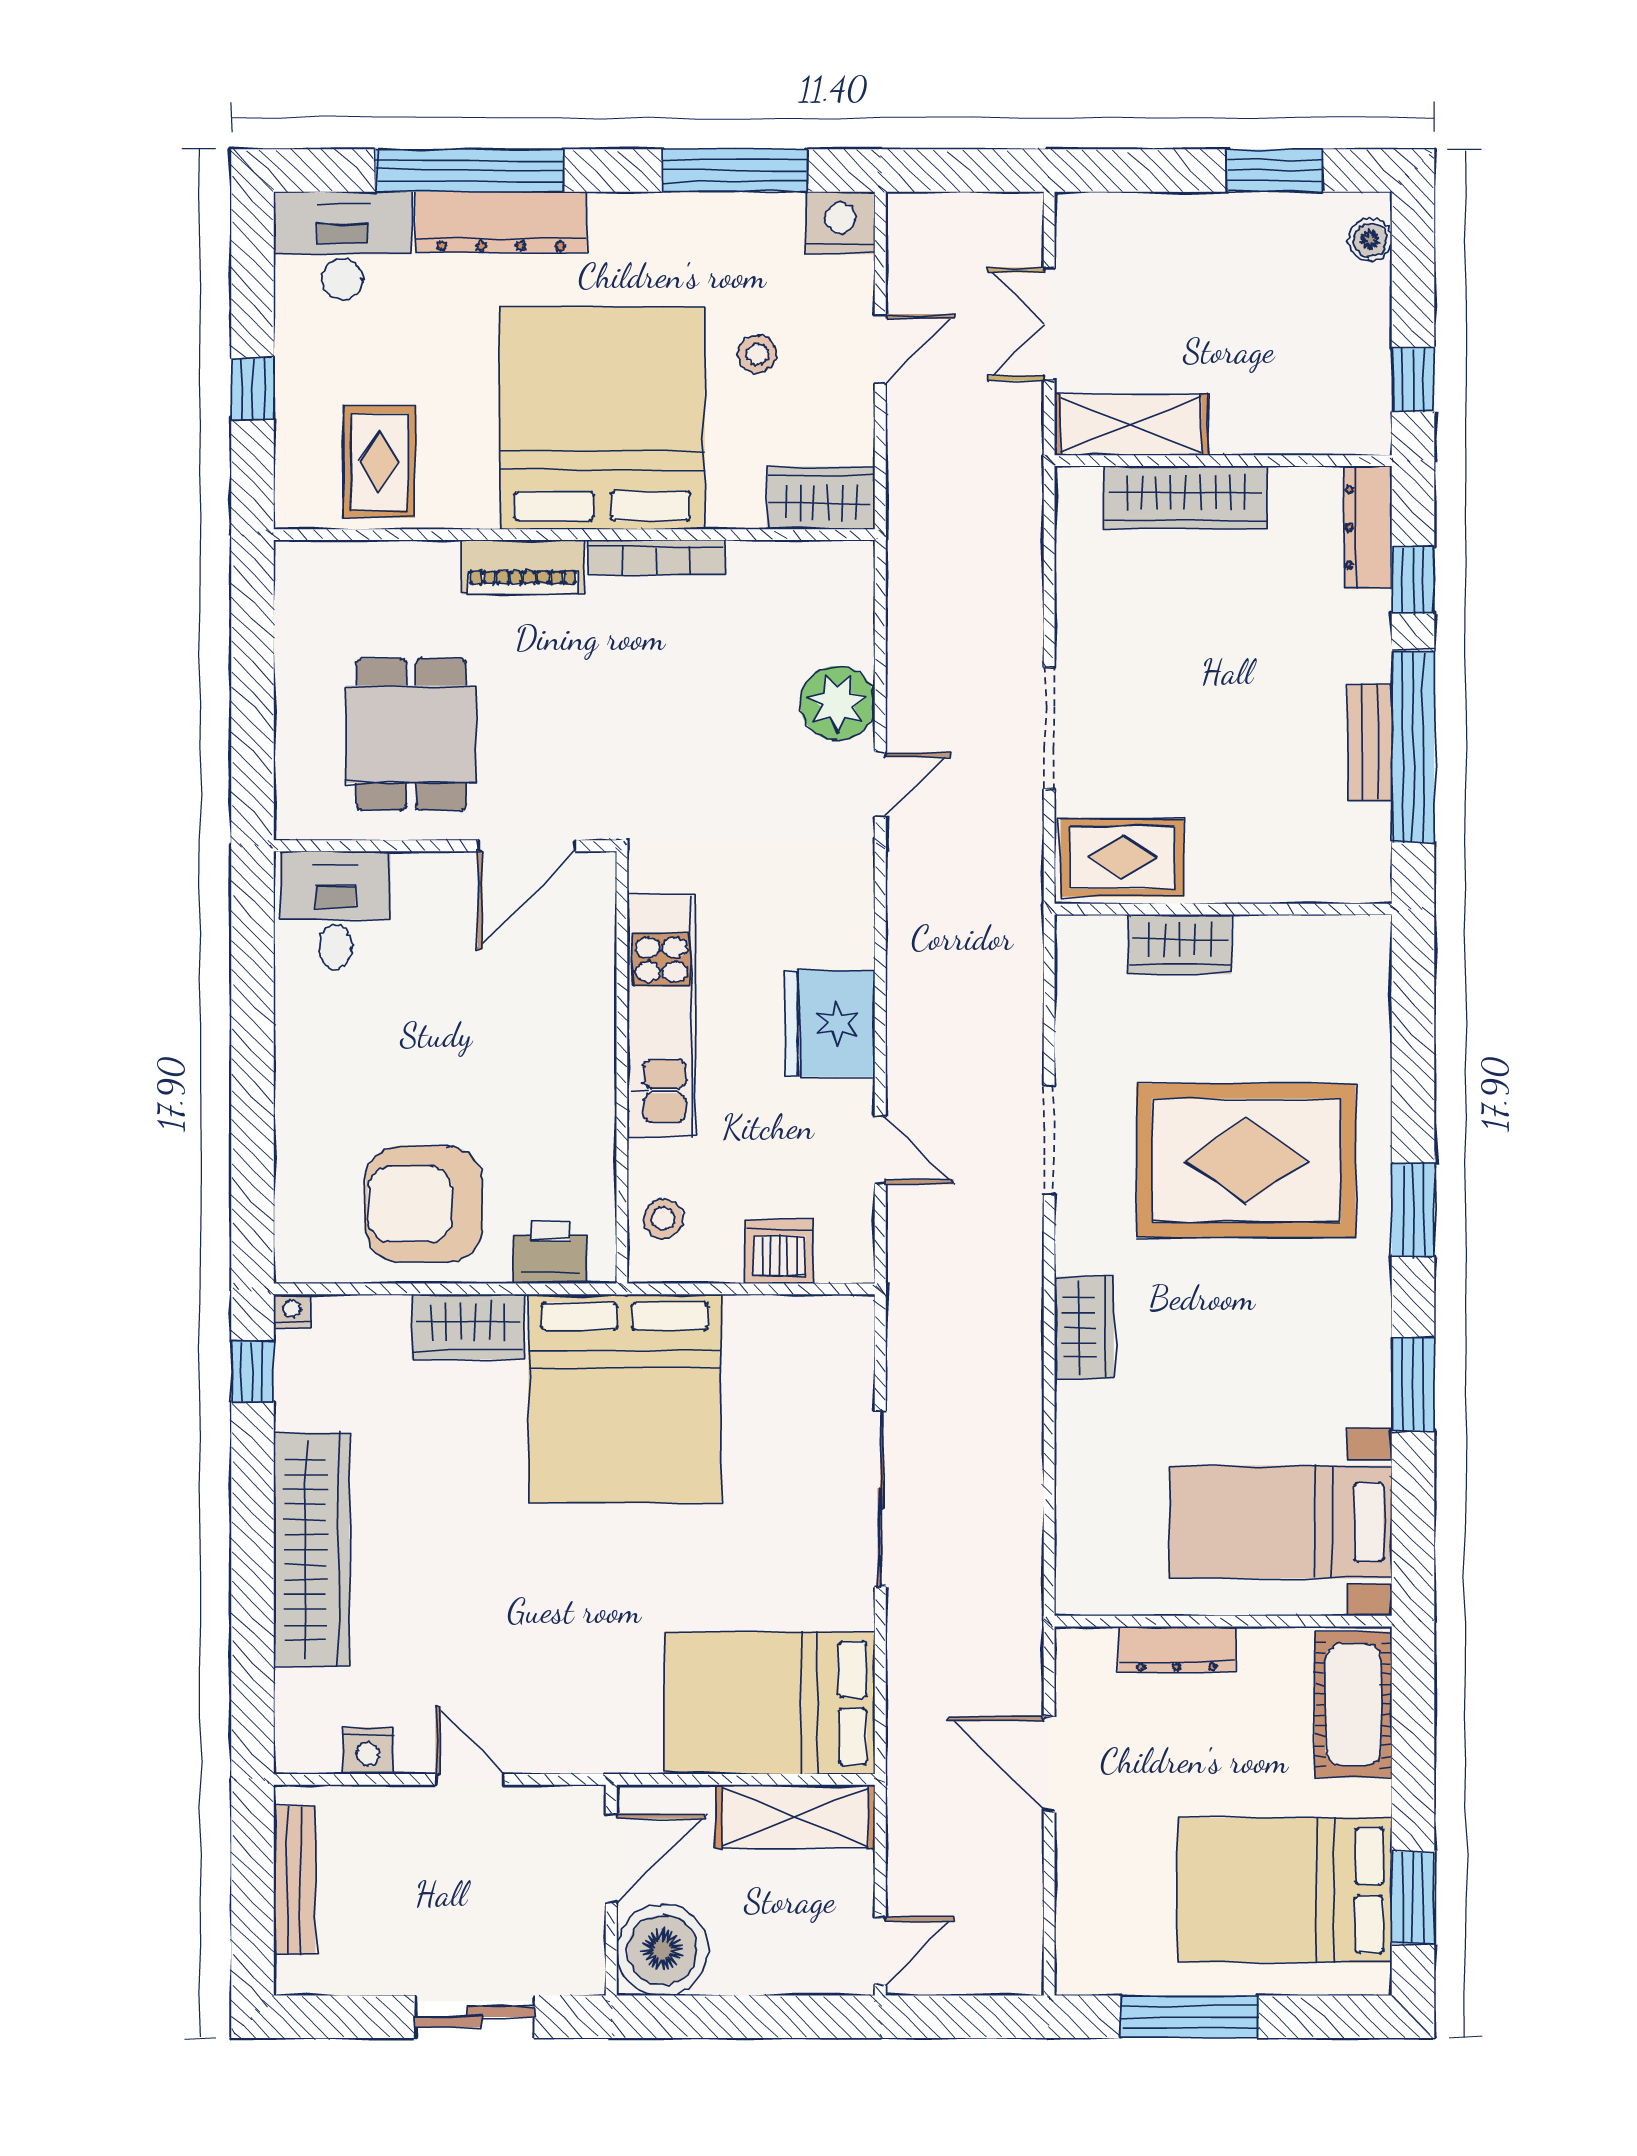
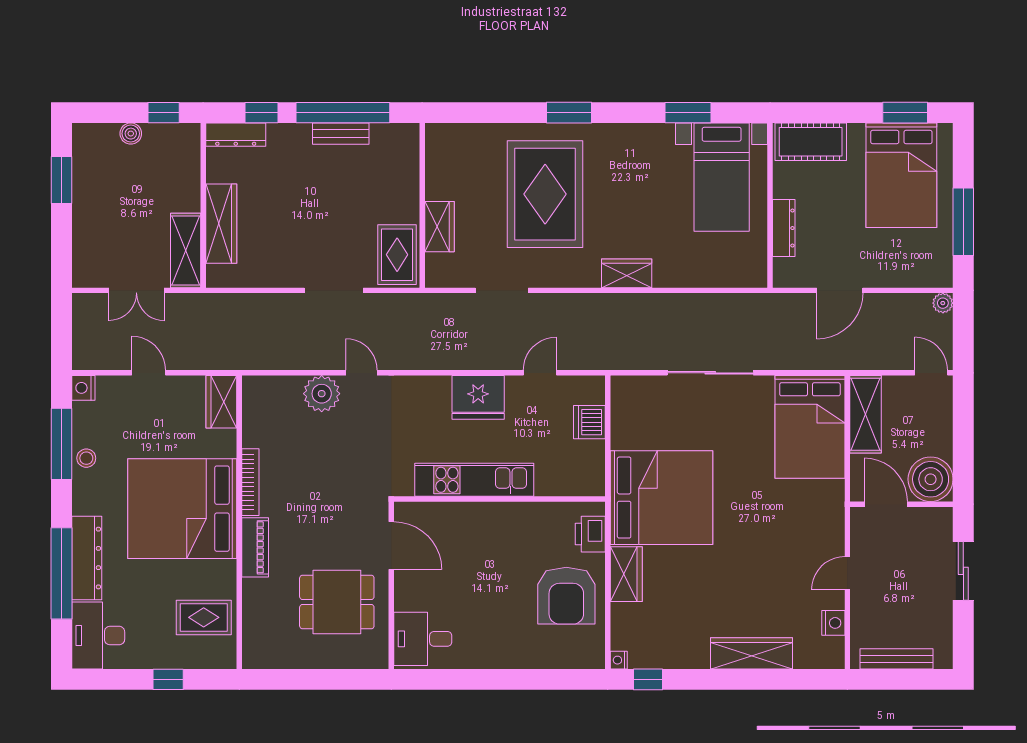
nightstand: (840, 223) -> (83, 388), width x0.74, depth x0.75
boiler: (1370, 240) -> (131, 134), moved
stool: (757, 354) -> (86, 458), moved
doorway: (1049, 1140) -> (502, 290), moved
stool: (663, 1219) -> (574, 479), removed
window: (1413, 1384) -> (688, 113), moved
wardrobe: (312, 1550) -> (751, 653), width x0.71, depth x0.85
plant: (1023, 1975) -> (943, 303), added

